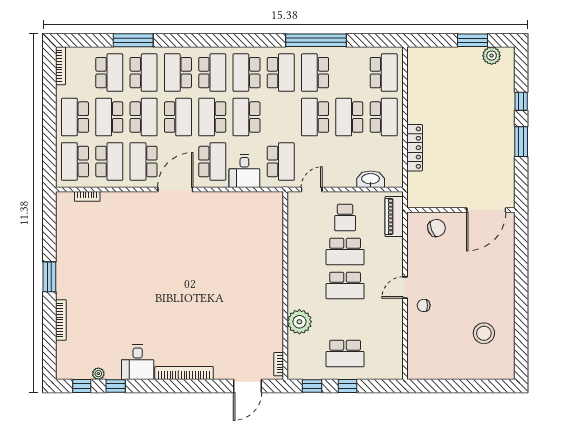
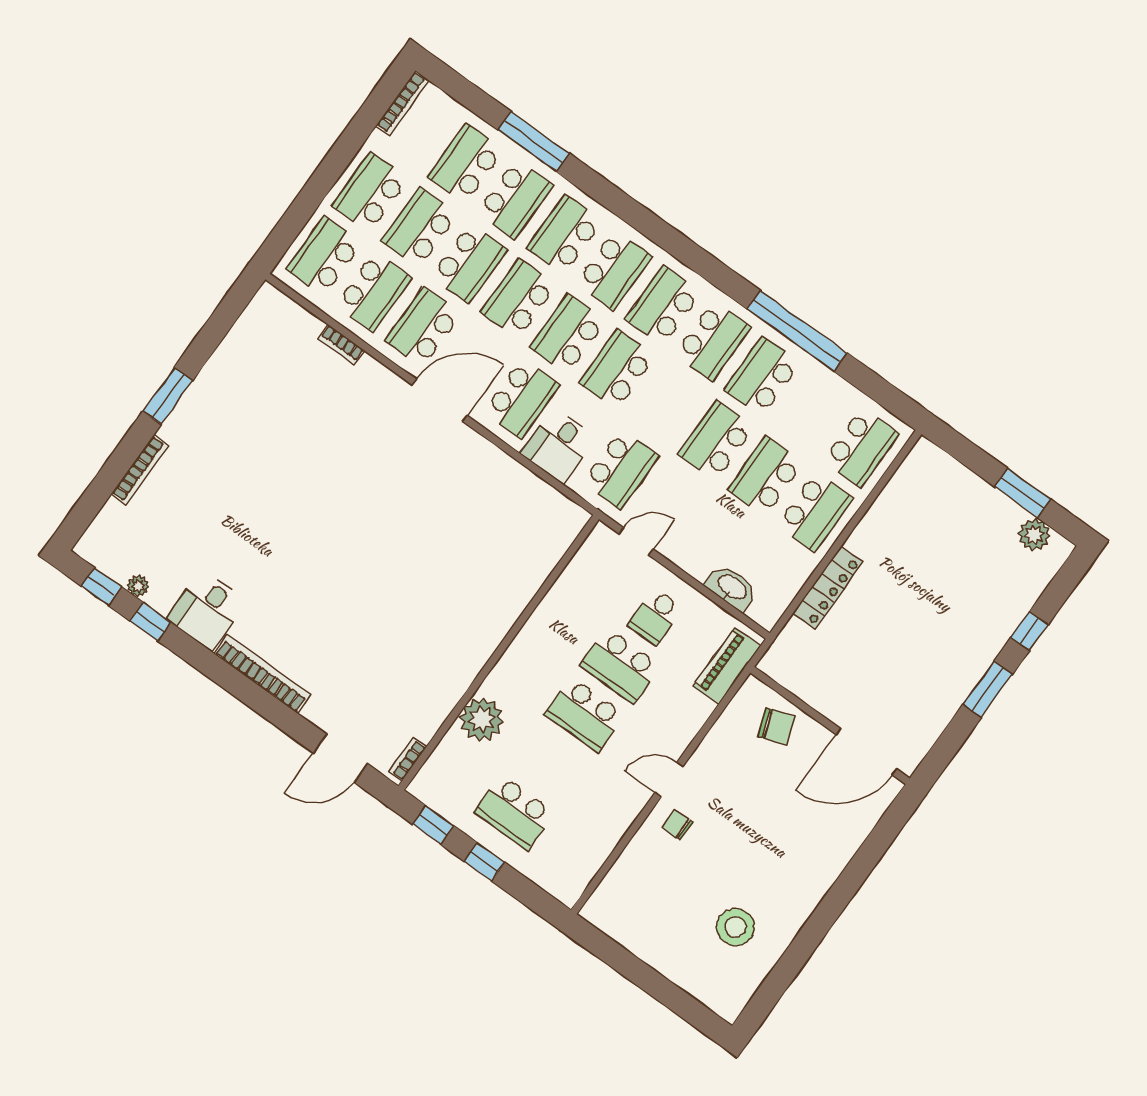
school desk: (109, 73) -> (466, 164), turned 180
school desk: (178, 117) -> (518, 299), turned 180
bookcase: (87, 196) -> (341, 345), moved

